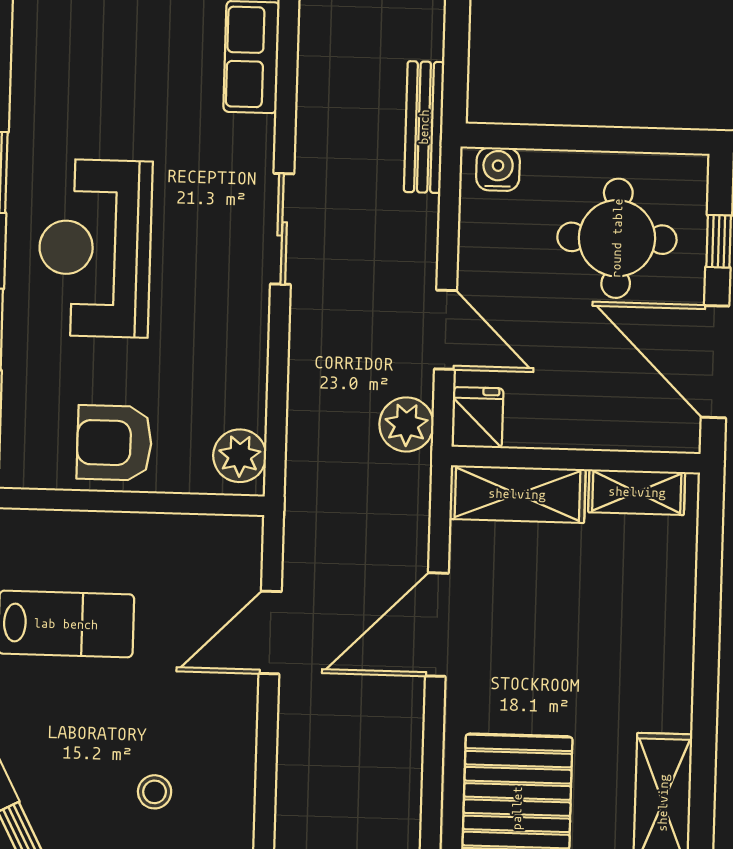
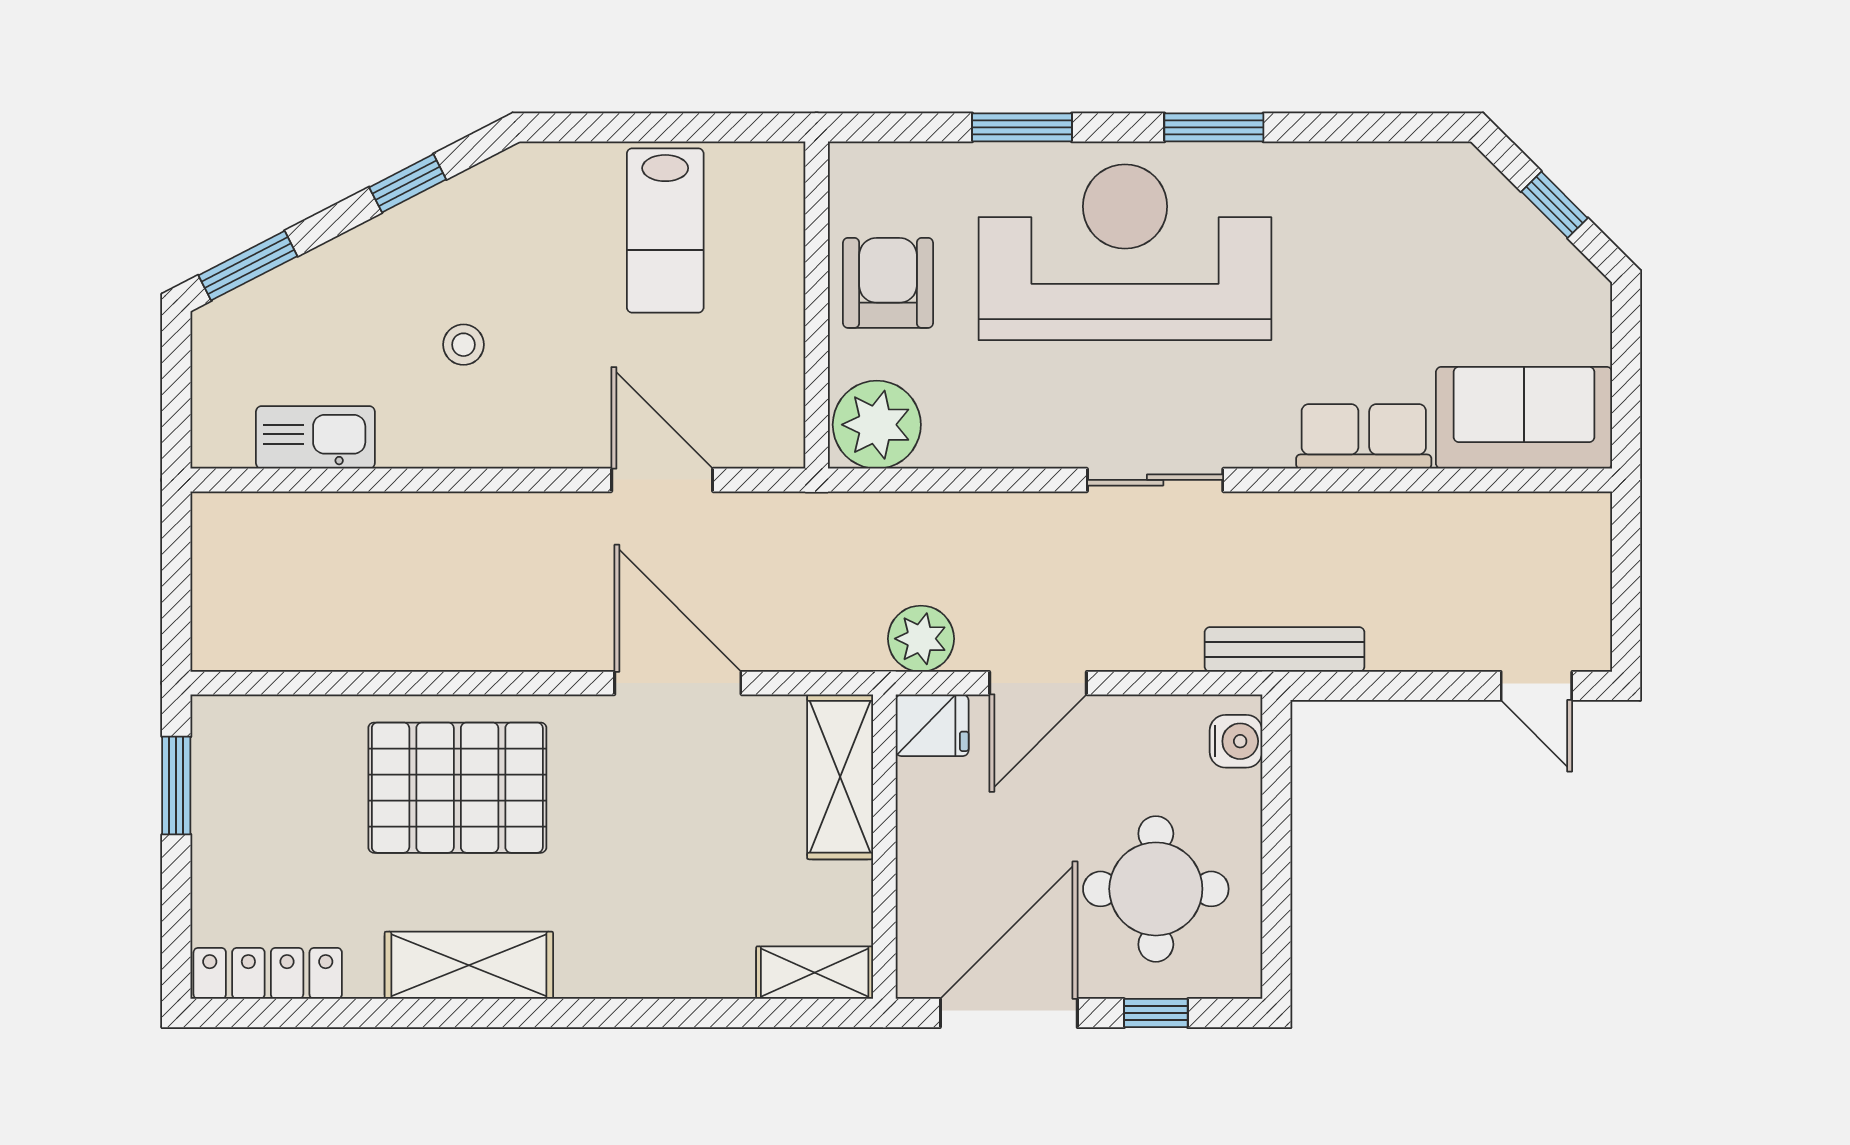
reception desk: (95, 248) -> (1125, 252), width x1.36, depth x1.30
plant: (240, 456) -> (877, 425), width x1.36, depth x1.36
shelving: (637, 492) -> (815, 973), moved, turned 90

